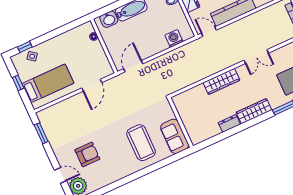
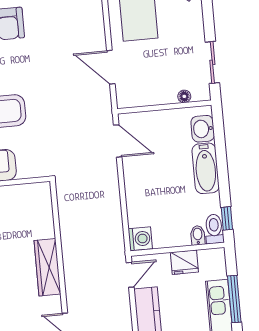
sliding door: (68, 27) -> (212, 62), added
washing machine: (174, 38) -> (140, 239), moved

